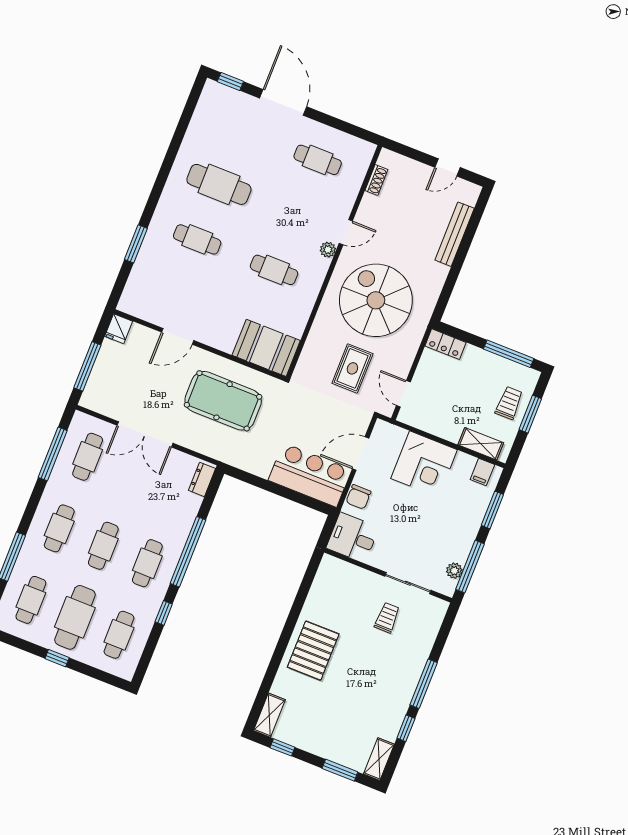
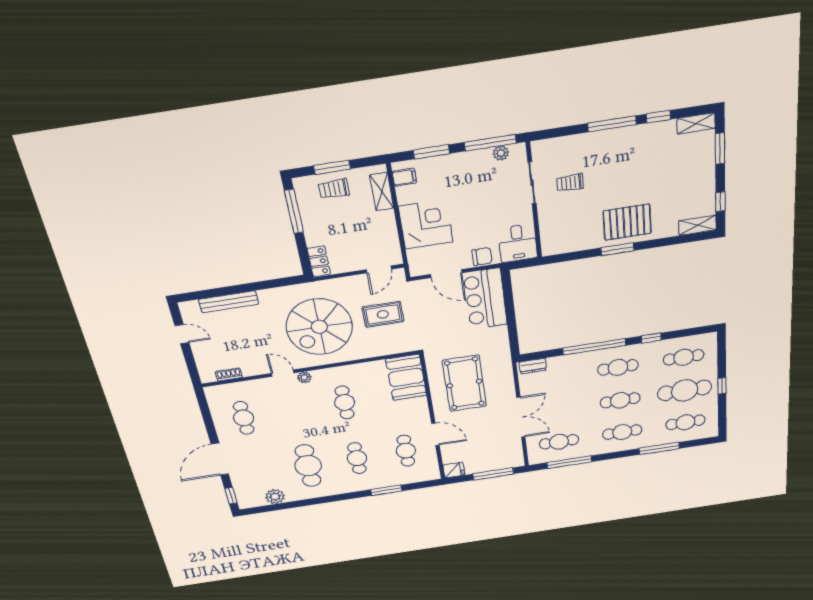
plant: (201, 125) -> (275, 497), added
cafe table: (175, 294) -> (406, 451), added
window: (289, 628) -> (618, 249), added

